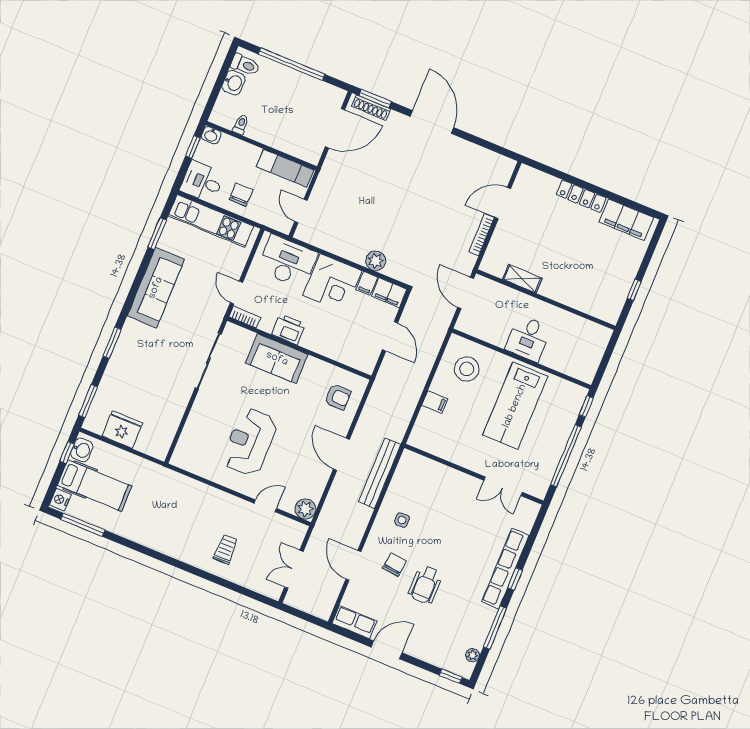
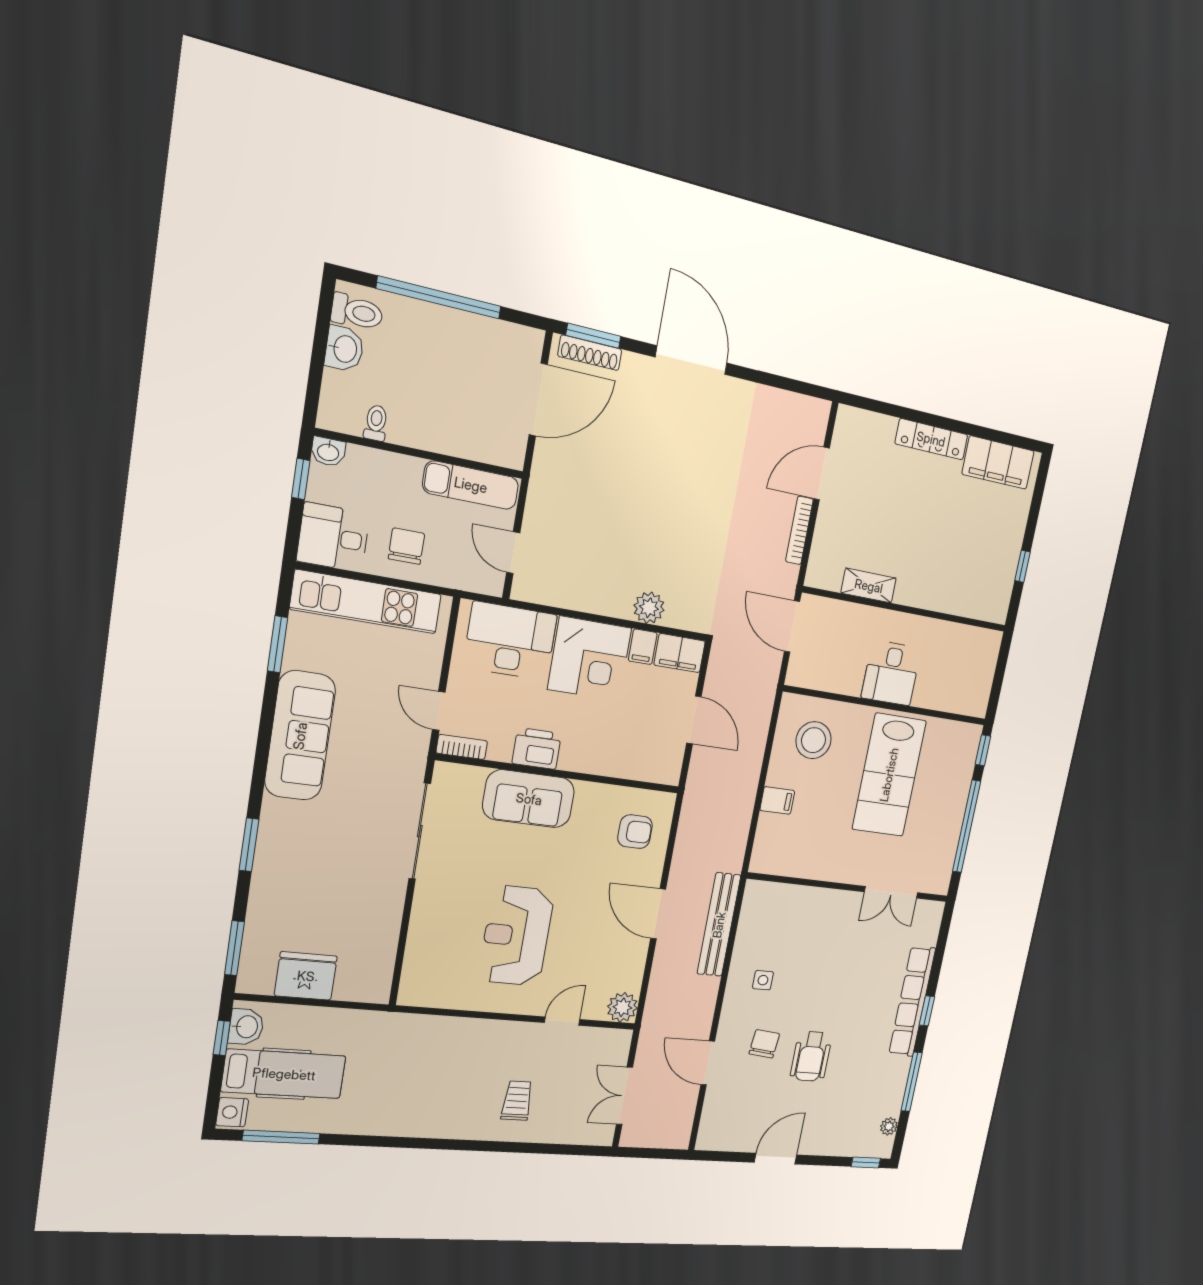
row of seats: (354, 622) -> (725, 1138), removed

